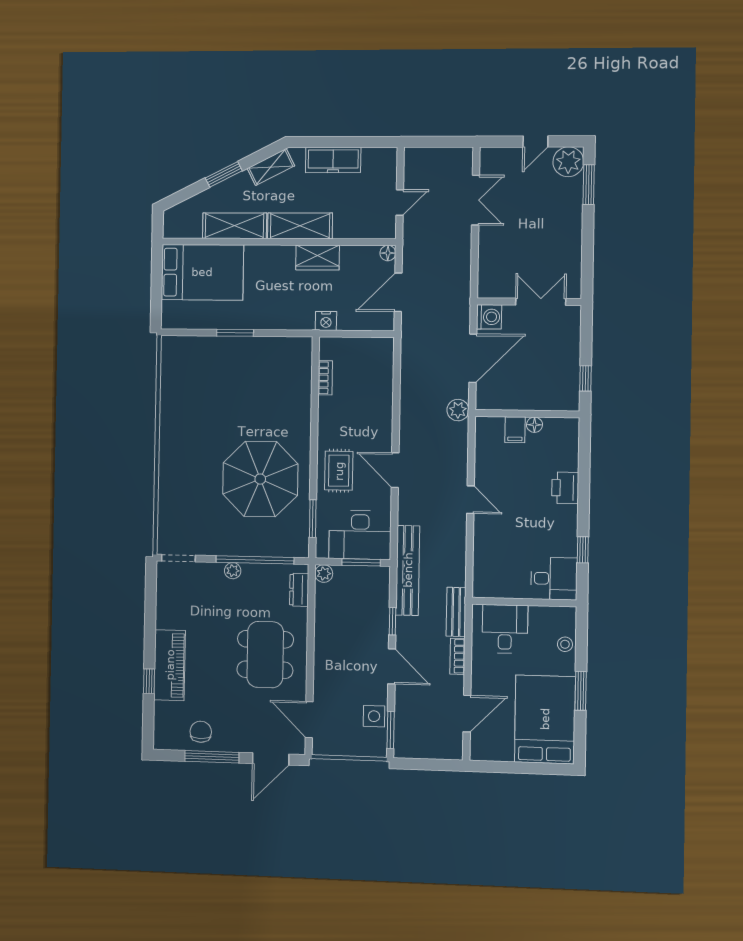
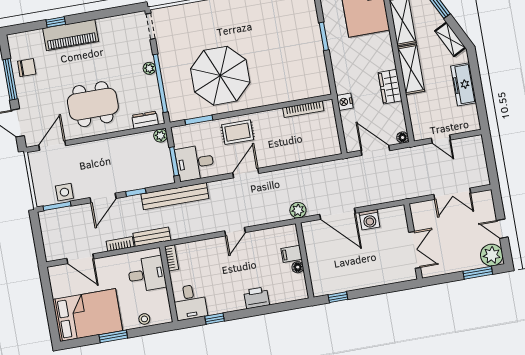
wall: (529, 302) -> (413, 241), moved
double door: (541, 302) -> (415, 250), moved
bookcase: (325, 378) -> (303, 109), width x1.56
desk: (360, 535) -> (195, 163), width x0.73
bookcase: (489, 591) -> (172, 258), added

